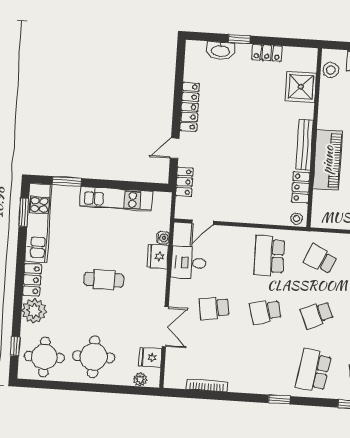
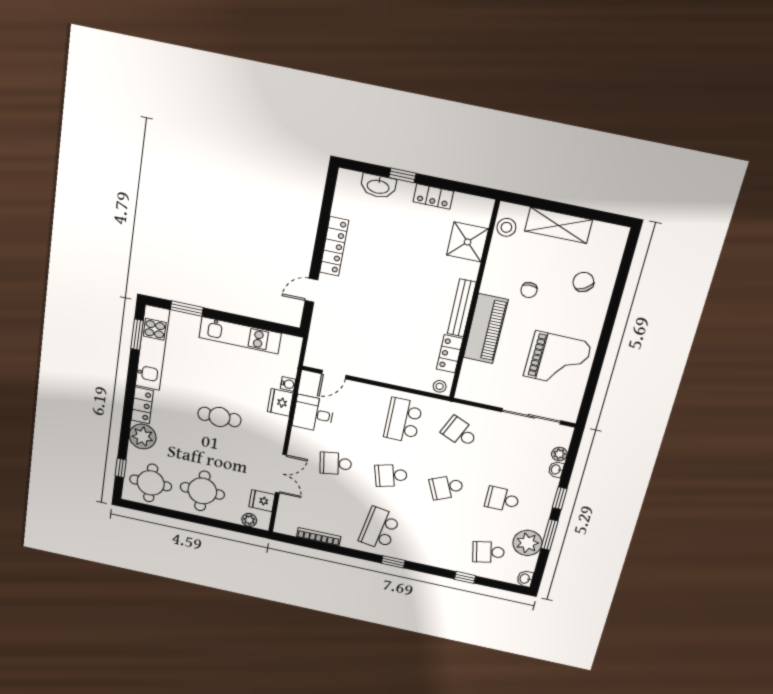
locker: (184, 182) -> (318, 328), removed
school desk: (313, 370) -> (379, 529), moved

